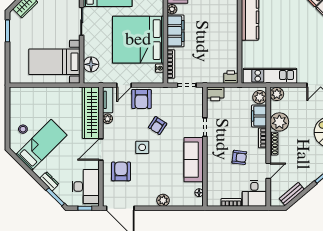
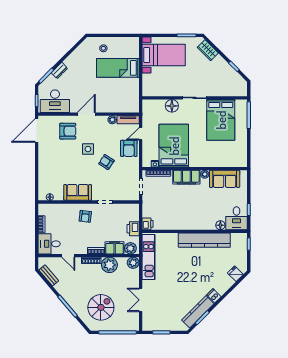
bed: (138, 40) -> (174, 146), width x0.73
bed with nightstands: (54, 62) -> (164, 55), moved, turned 90
floor lamp: (91, 64) -> (172, 106), moved
door: (124, 85) -> (141, 134), hinge flipped
printer: (215, 94) -> (133, 229), moved
armchair: (141, 99) -> (129, 148), turned -90
wardrobe: (91, 113) -> (117, 106), removed
bed: (41, 145) -> (118, 68), moved, turned 135
door: (101, 150) -> (86, 114), hinge flipped
armchair: (239, 157) -> (85, 216), moved
sofa: (194, 160) -> (78, 192), width x0.73
plant: (163, 200) -> (43, 167), removed

